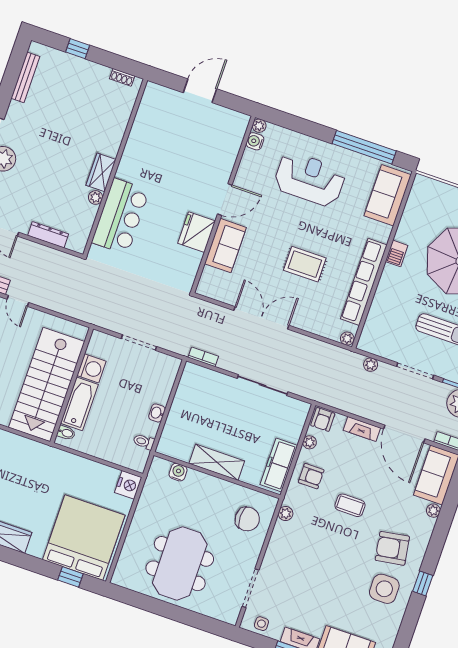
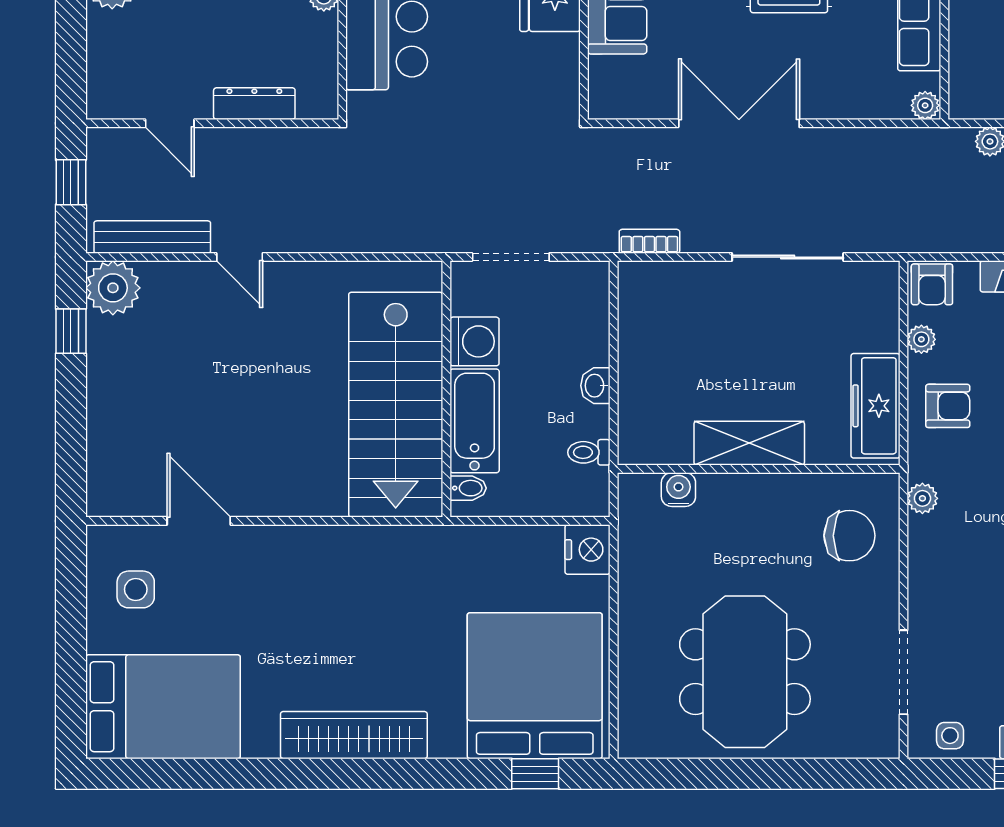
washing machine: (92, 368) -> (475, 341), moved
stairs: (47, 384) -> (396, 405), moved
wall: (72, 385) -> (446, 389), moved
bathtub: (79, 404) -> (475, 421), moved
bidet: (66, 433) -> (468, 488), moved

